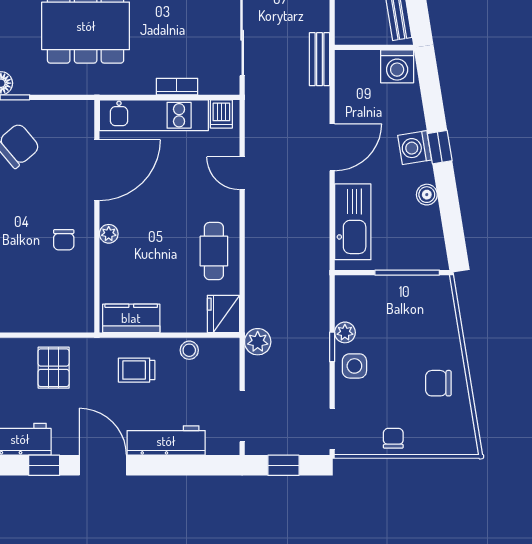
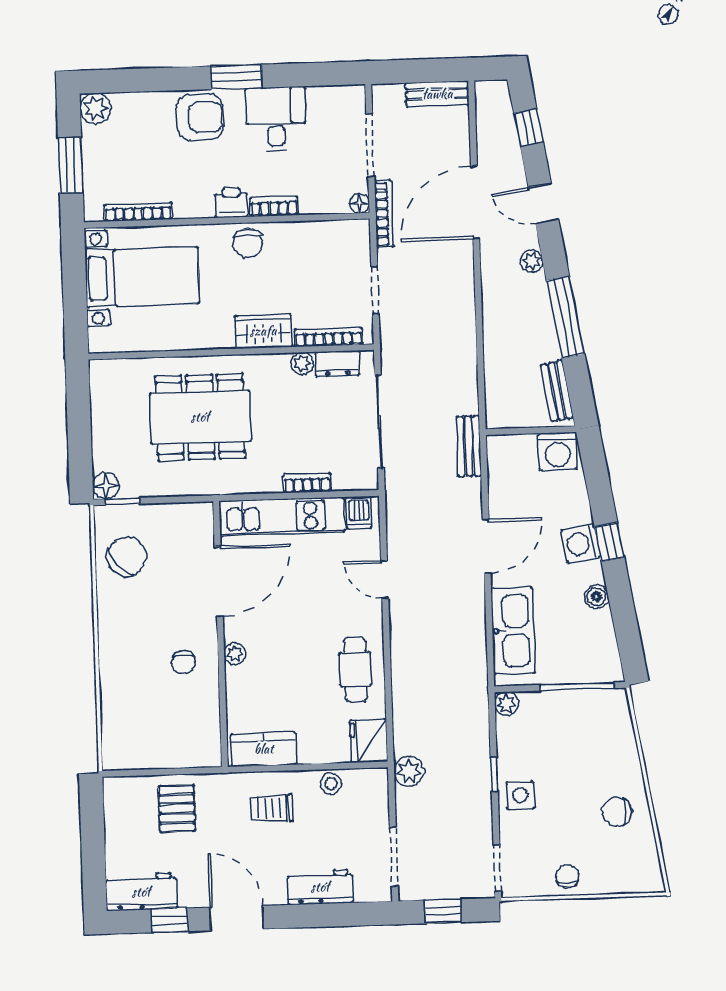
plant: (345, 332) -> (506, 704), moved
workbench: (166, 441) -> (320, 887), width x0.73

